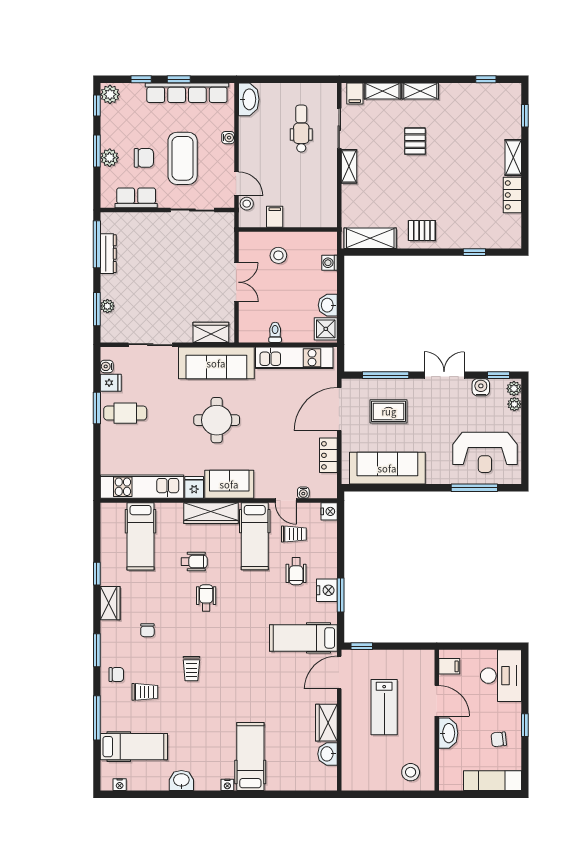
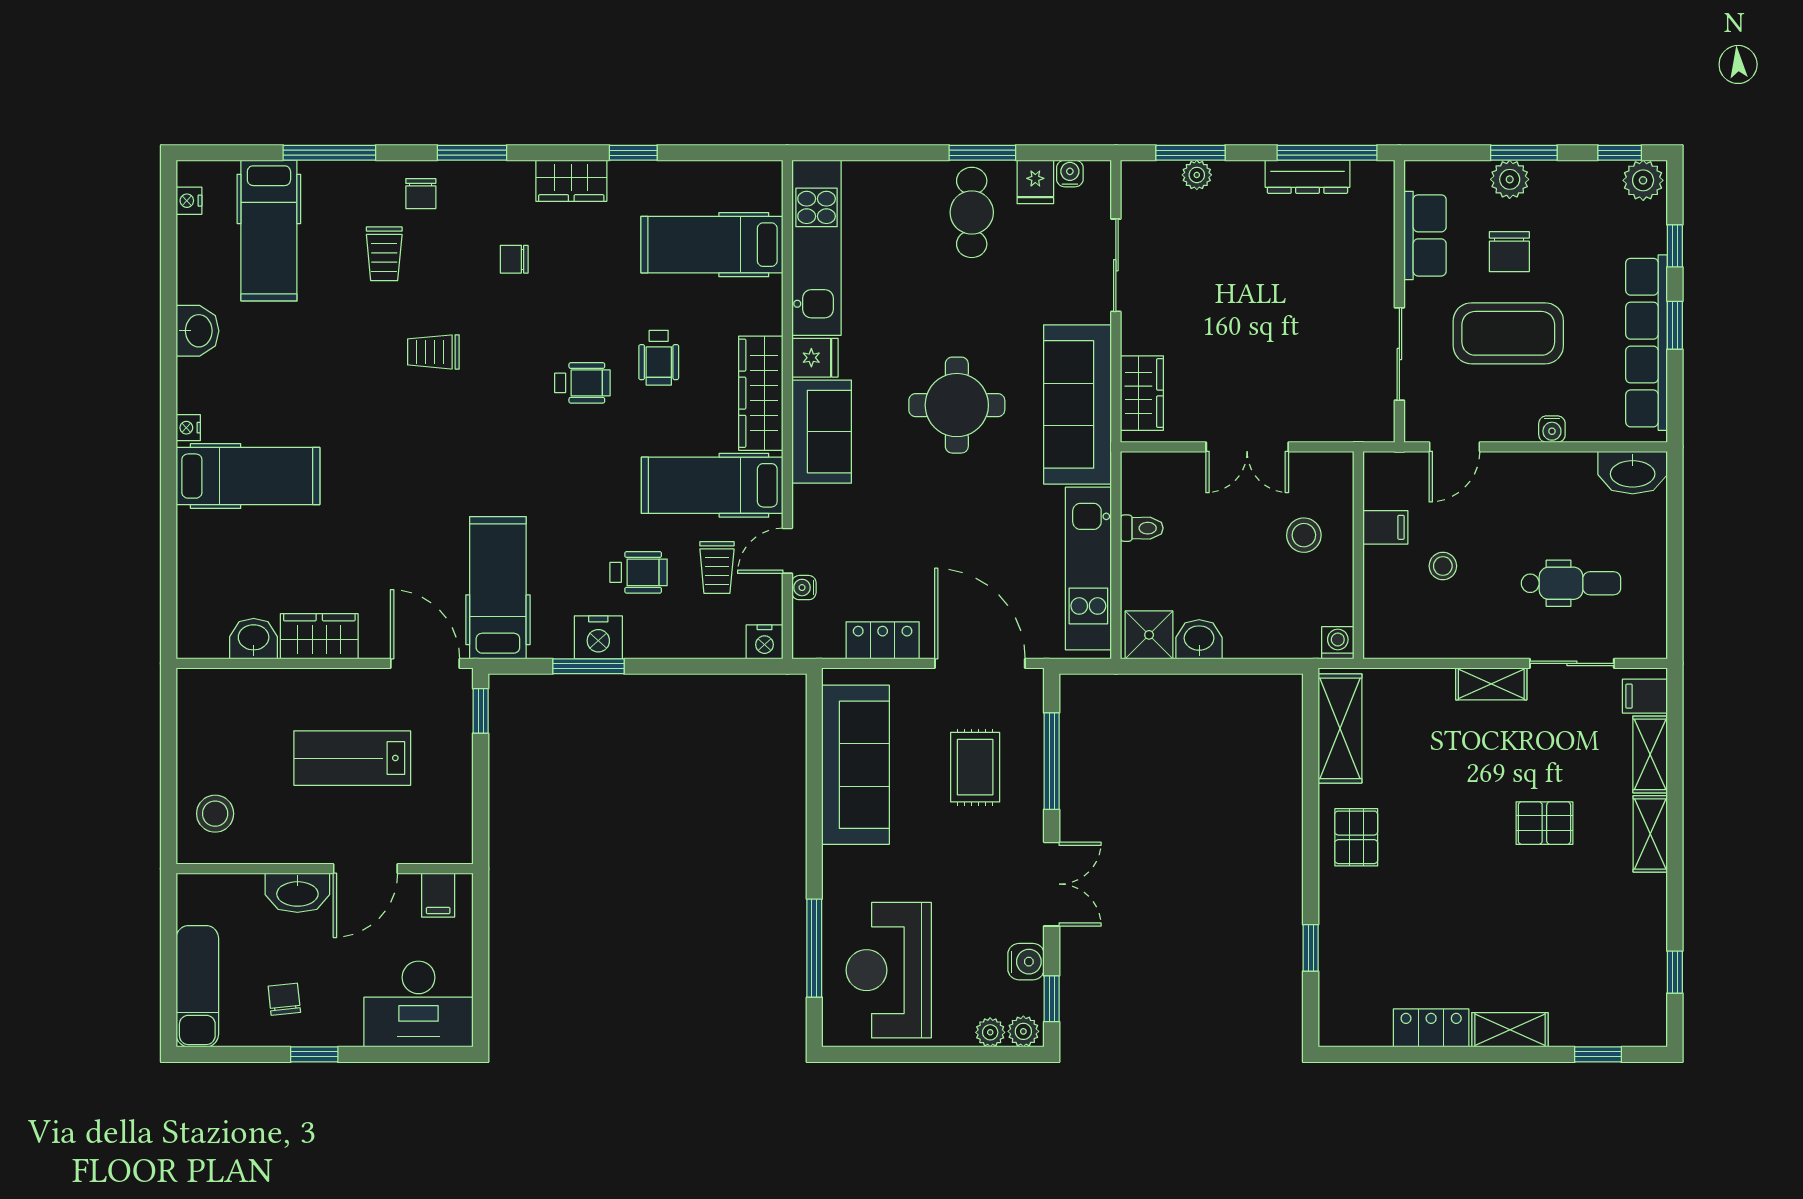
stool: (247, 204) -> (1443, 566), moved
washing machine: (329, 263) -> (1338, 643), moved
wheelchair: (296, 571) -> (639, 572), turned 180

